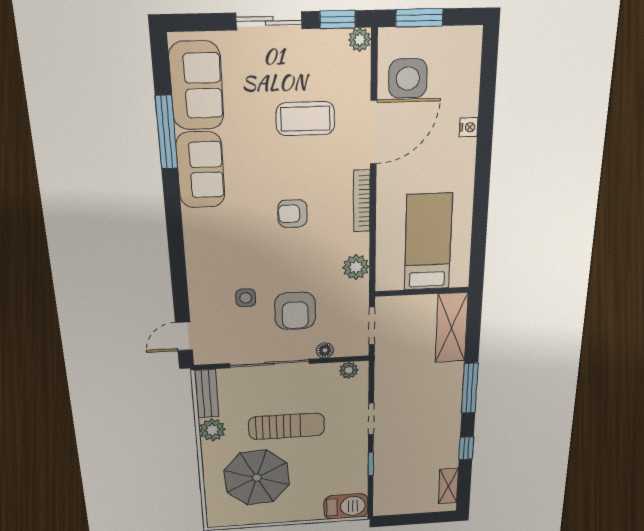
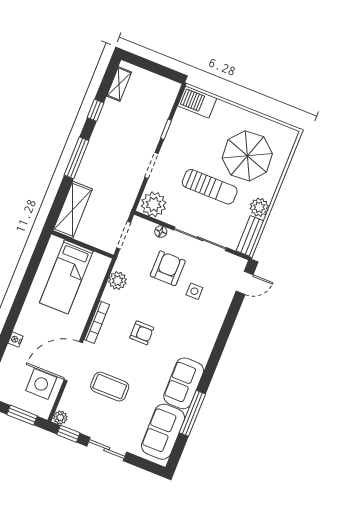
plant: (349, 370) -> (154, 204), width x1.87, depth x1.87
sun lounger: (287, 426) -> (210, 187), turned 180

